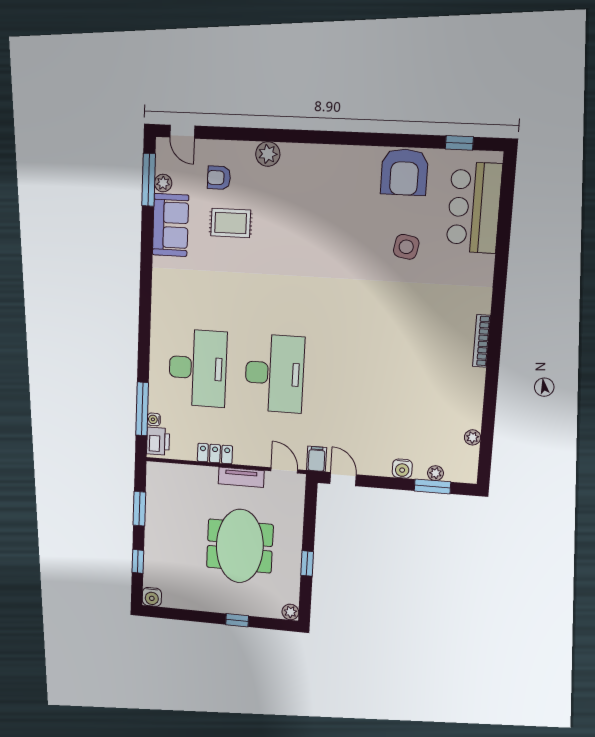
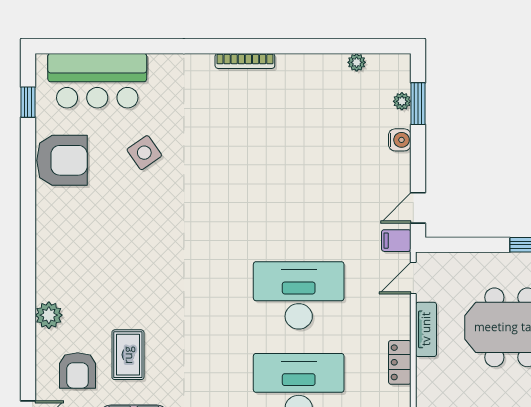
armchair: (219, 178) -> (78, 370), width x1.38, depth x1.38
side table: (406, 247) -> (144, 153), turned 45

